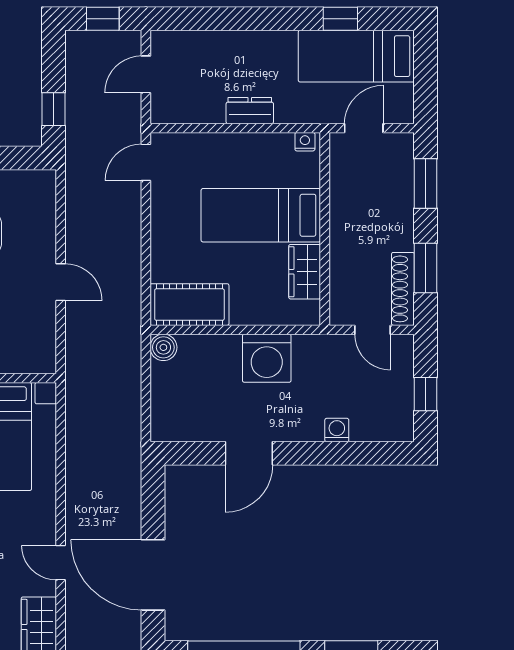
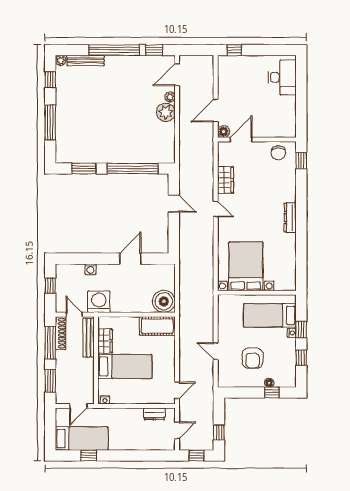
window: (53, 109) -> (219, 432), moved
dresser: (250, 111) -> (154, 414), moved
window: (426, 268) -> (50, 343), width x1.44
bench: (341, 279) -> (89, 338), added
door: (61, 282) -> (216, 351), moved
boiler: (163, 347) -> (164, 301), width x1.86, depth x1.86
washing machine: (267, 358) -> (99, 302), moved
door: (153, 575) -> (174, 204), width x0.53

